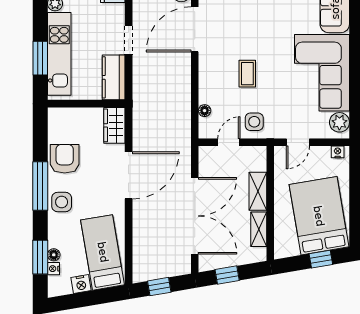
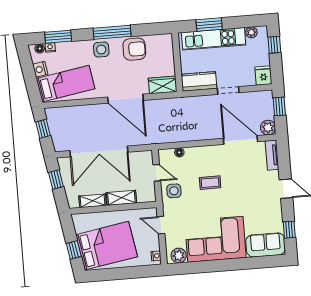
floor lamp: (54, 255) -> (40, 48), moved

